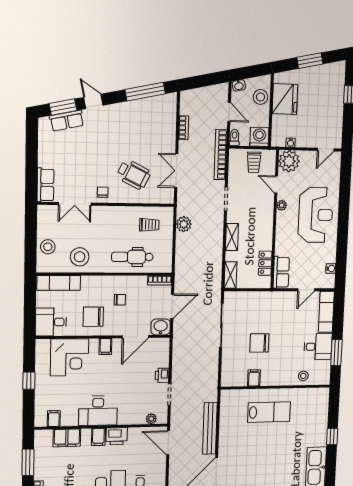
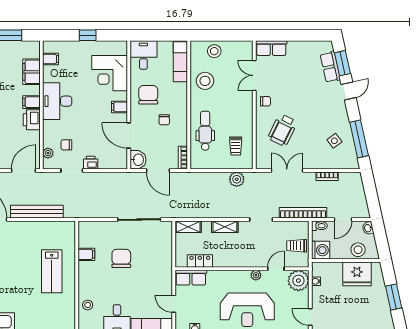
side table: (146, 119) -> (334, 141), added
chair: (143, 400) -> (66, 145), added

